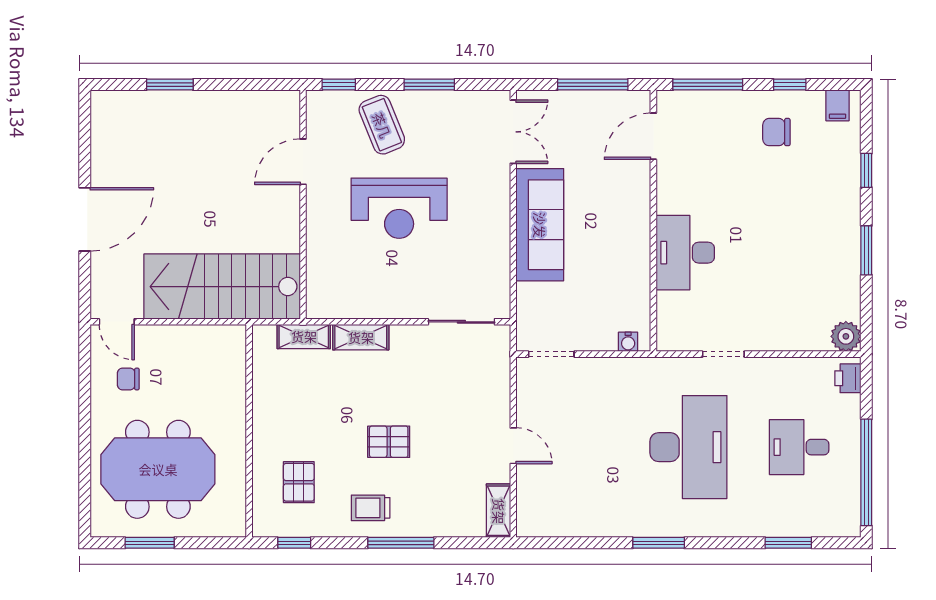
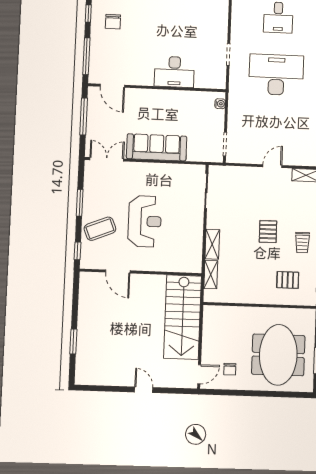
door: (85, 219) -> (144, 390), width x0.53

